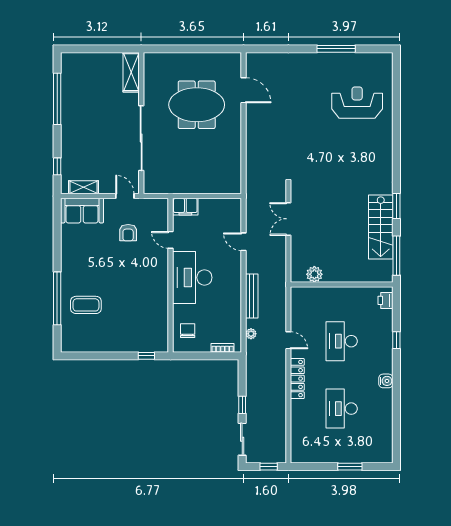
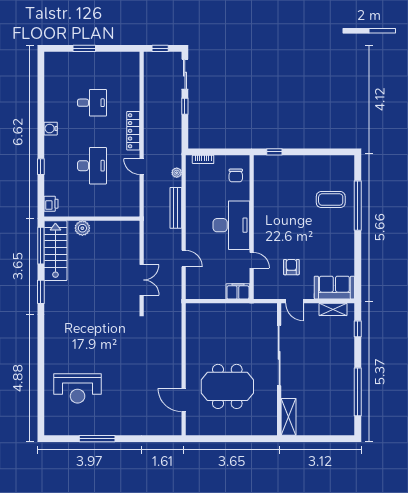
stairs: (381, 227) -> (55, 251), moved
plant: (314, 274) -> (82, 228), moved
desk: (342, 409) -> (92, 103), width x0.73

